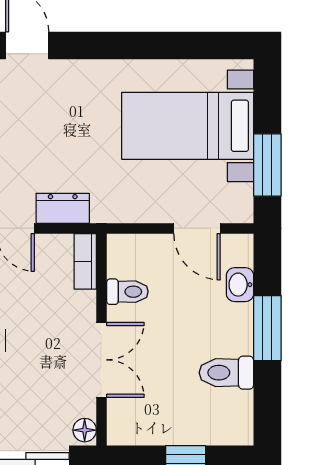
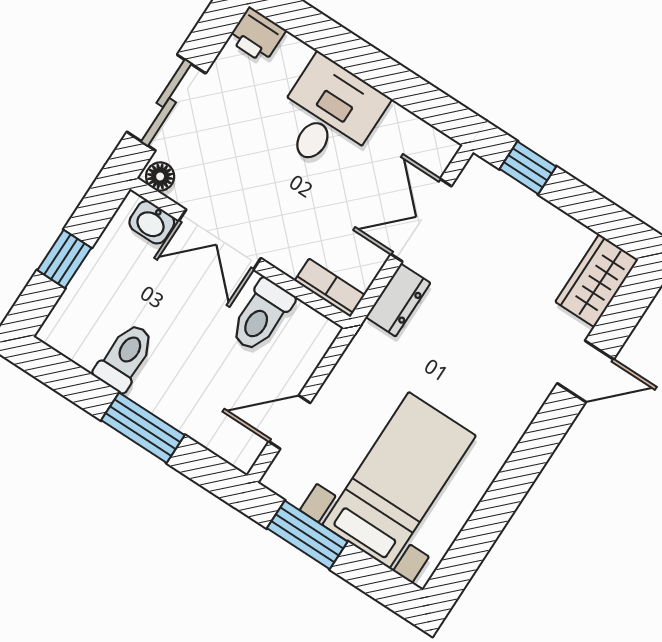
washbasin: (240, 285) -> (152, 222), moved, turned 180
toilet: (127, 292) -> (261, 315), width x1.37, depth x1.39

